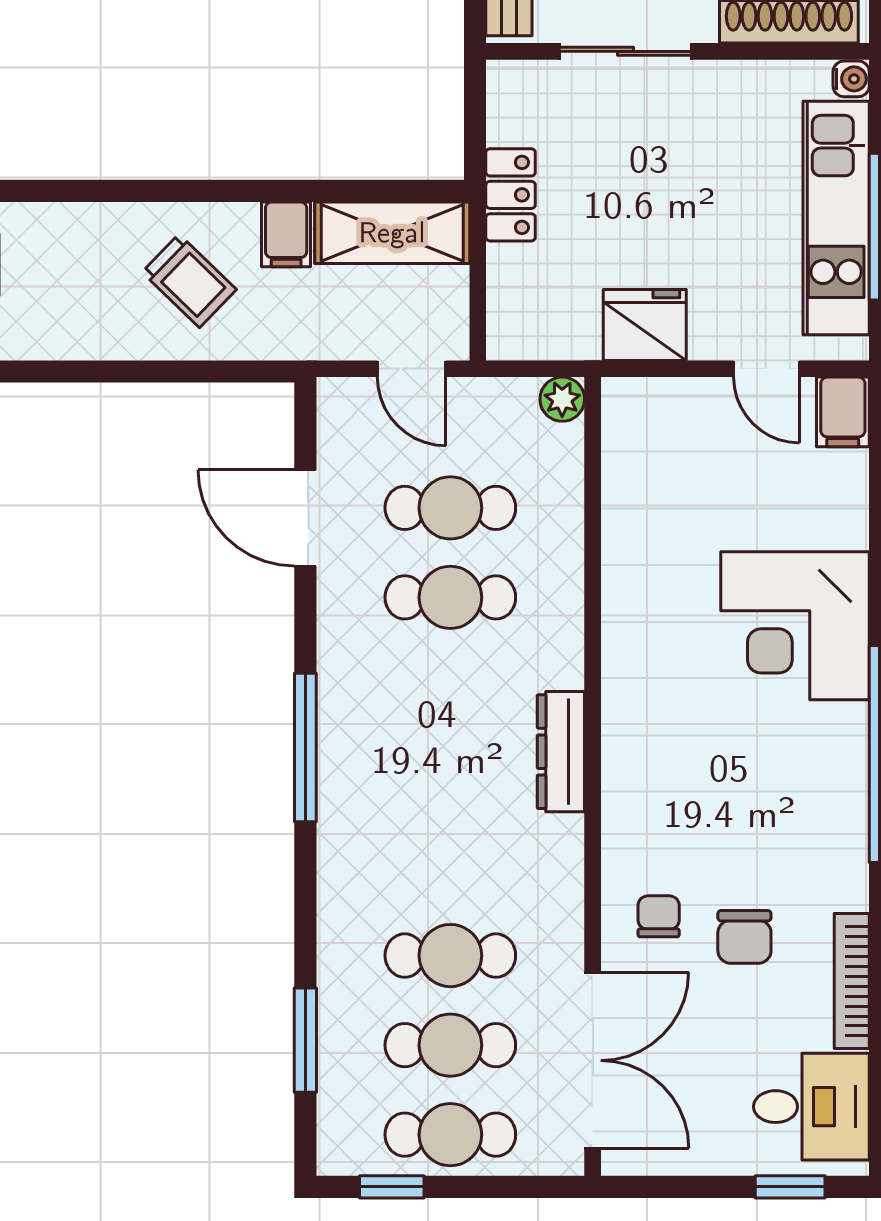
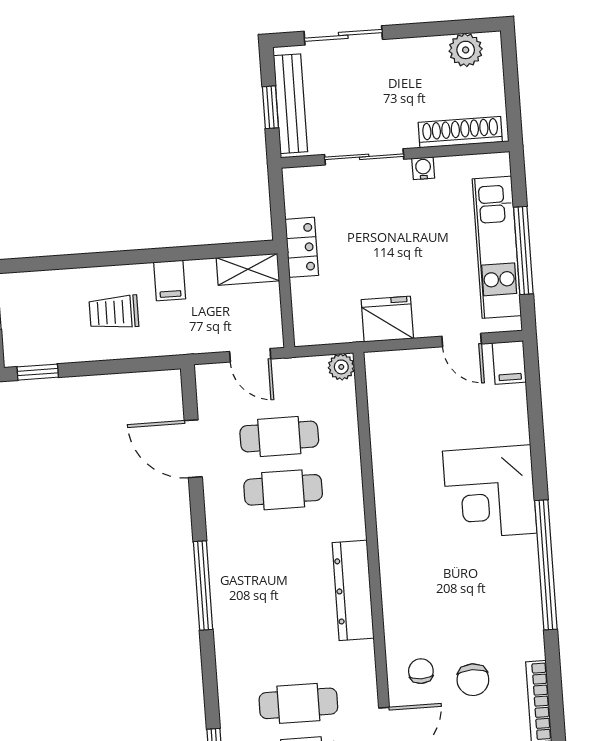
water cooler: (851, 79) -> (423, 168), moved, turned -90
shelving: (392, 233) -> (248, 269), width x0.67, depth x0.75
trolley: (189, 281) -> (114, 312), turned 136
window: (55, 371) -> (38, 372), added
dresser: (561, 752) -> (353, 590), width x1.37, depth x1.24

